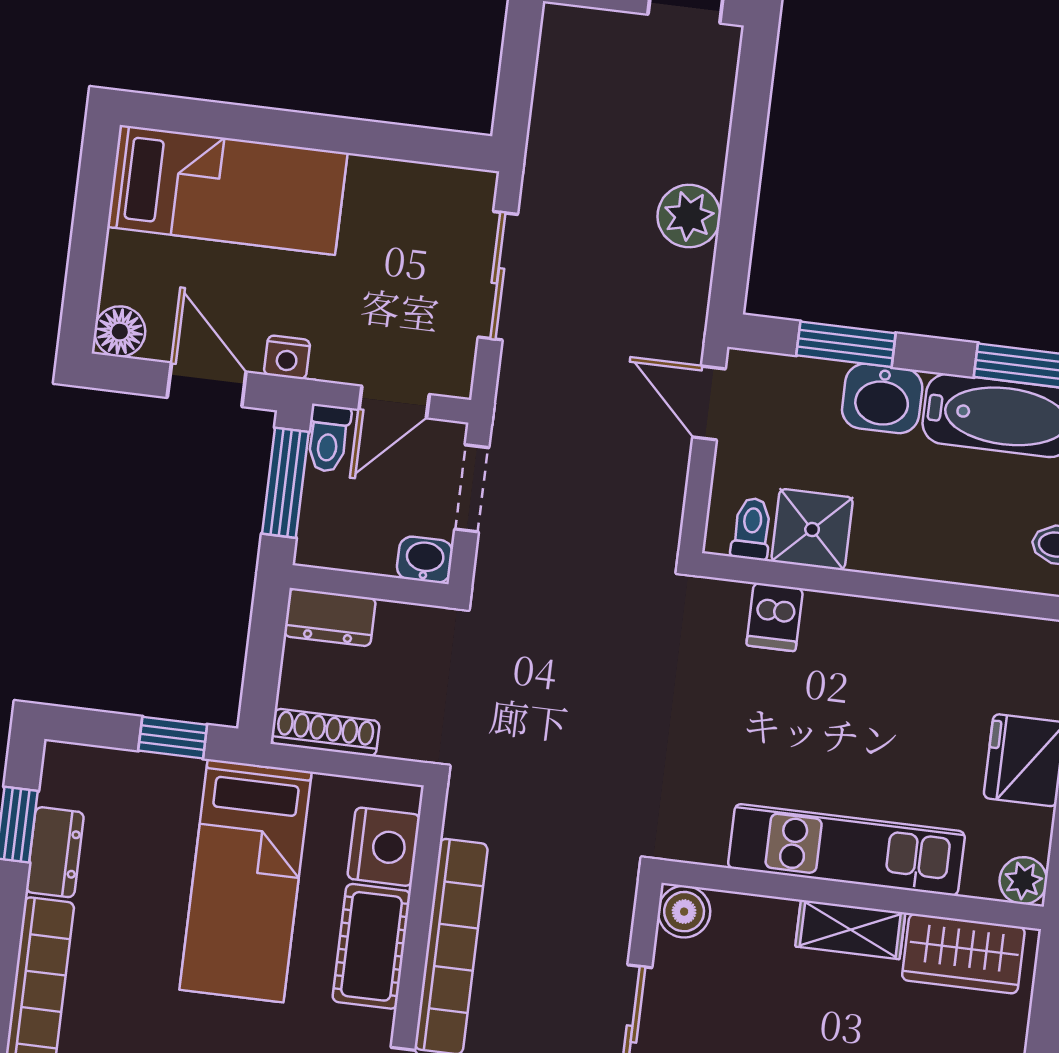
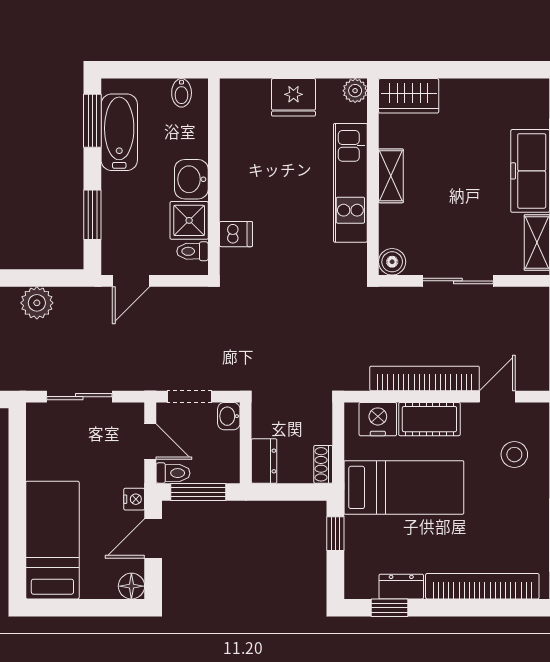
washbasin: (882, 398) -> (191, 179), moved, turned 180
shoe rack: (325, 732) -> (323, 464), width x0.70
wardrobe: (963, 954) -> (409, 96), moved, turned 90

